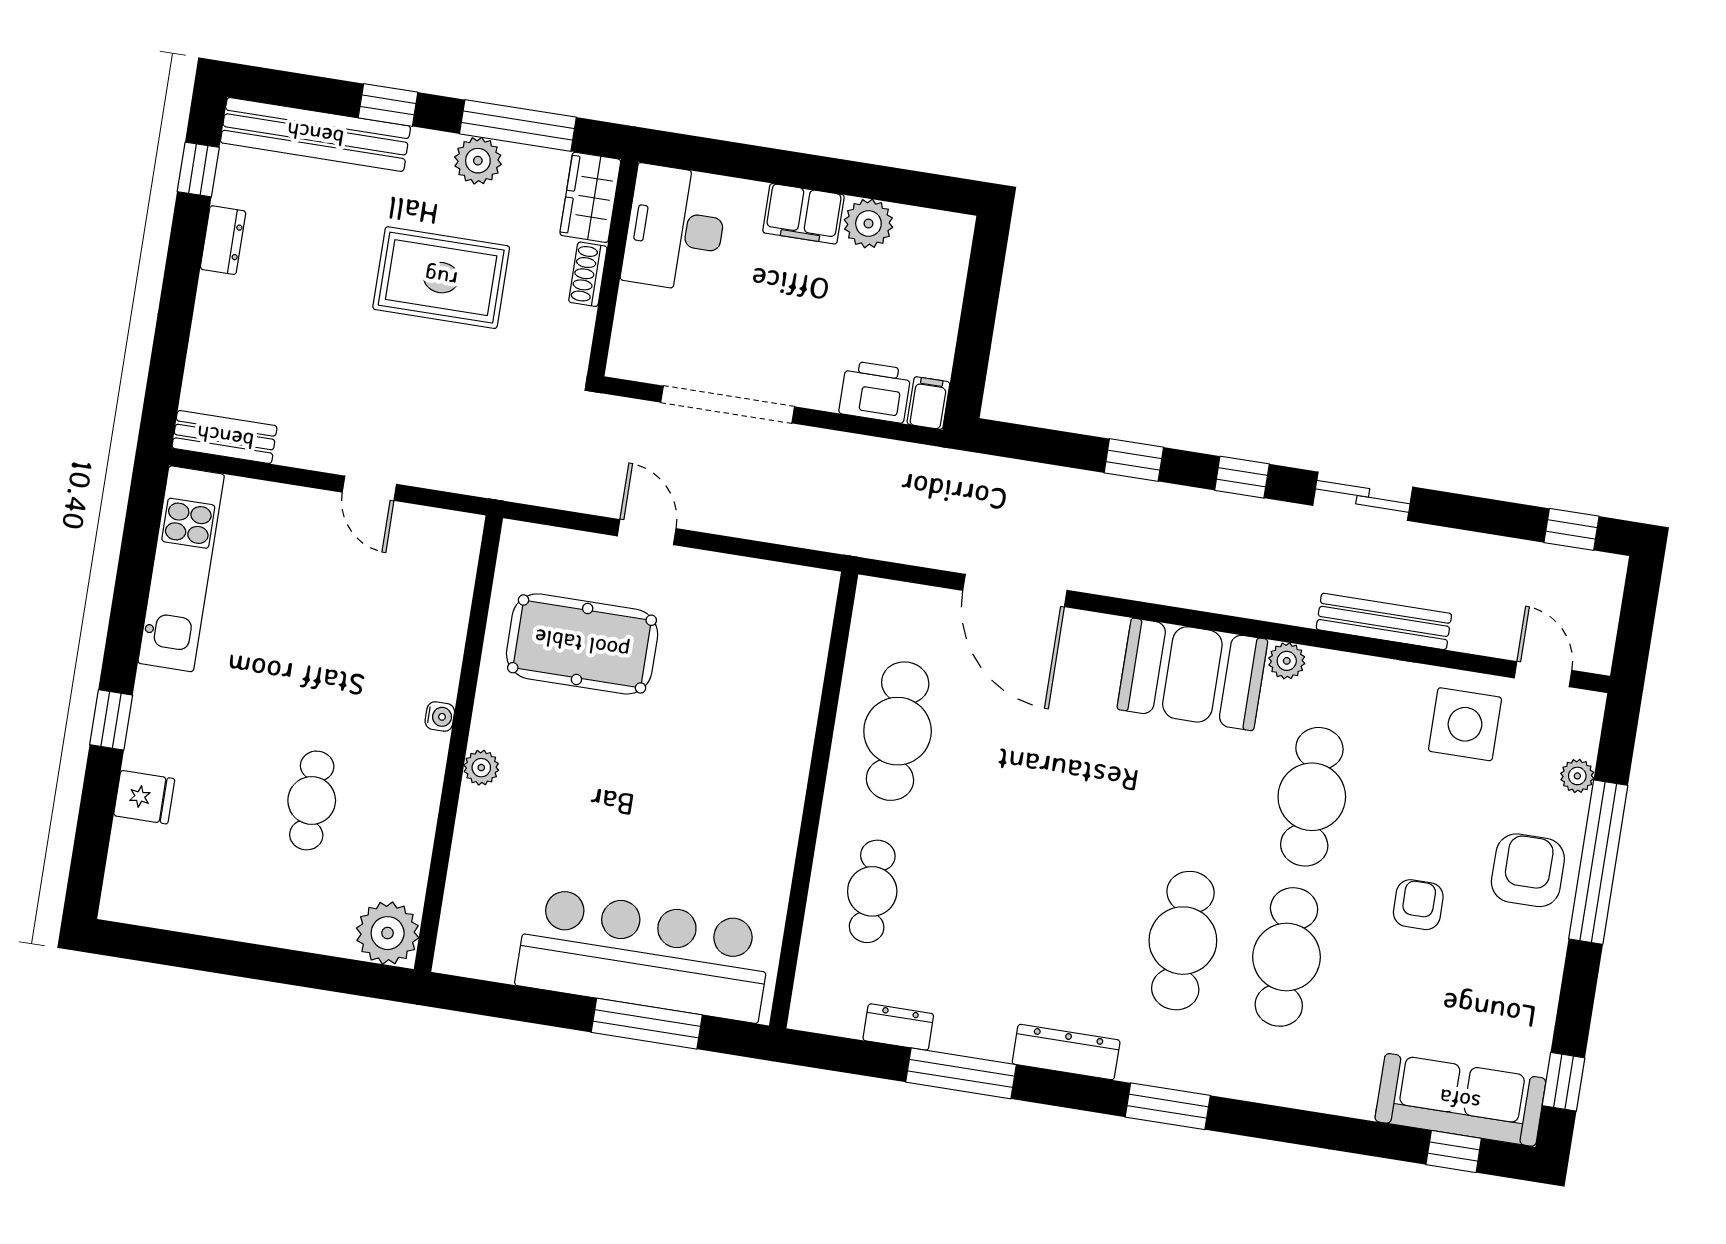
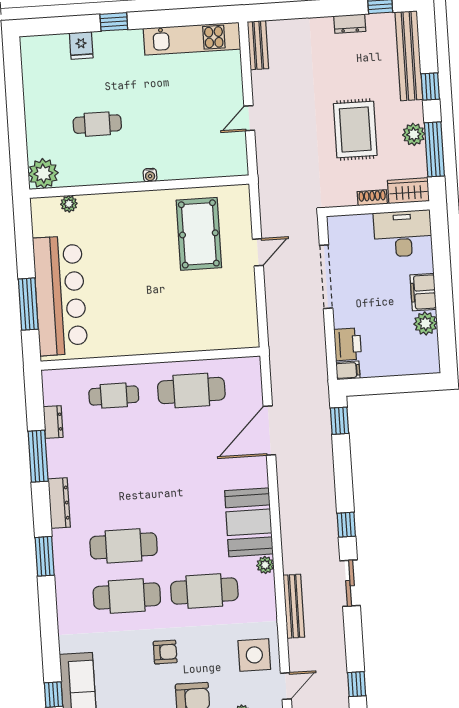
window: (1134, 460) -> (340, 421), moved
plant: (481, 768) -> (69, 204), moved

